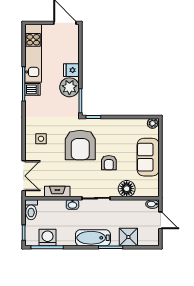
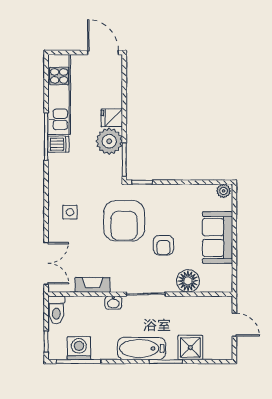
bidet: (152, 204) -> (223, 302), removed

